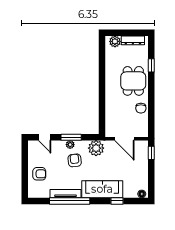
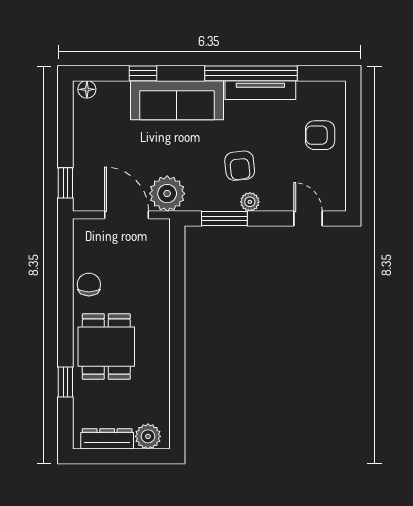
window: (71, 137) -> (224, 218), moved
plant: (96, 148) -> (167, 194), moved

